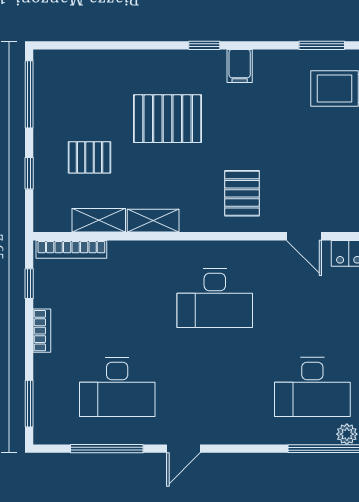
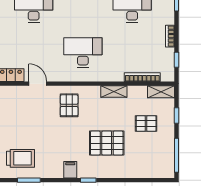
shelving: (99, 220) -> (161, 92), moved
bookcase: (71, 249) -> (142, 77), moved

